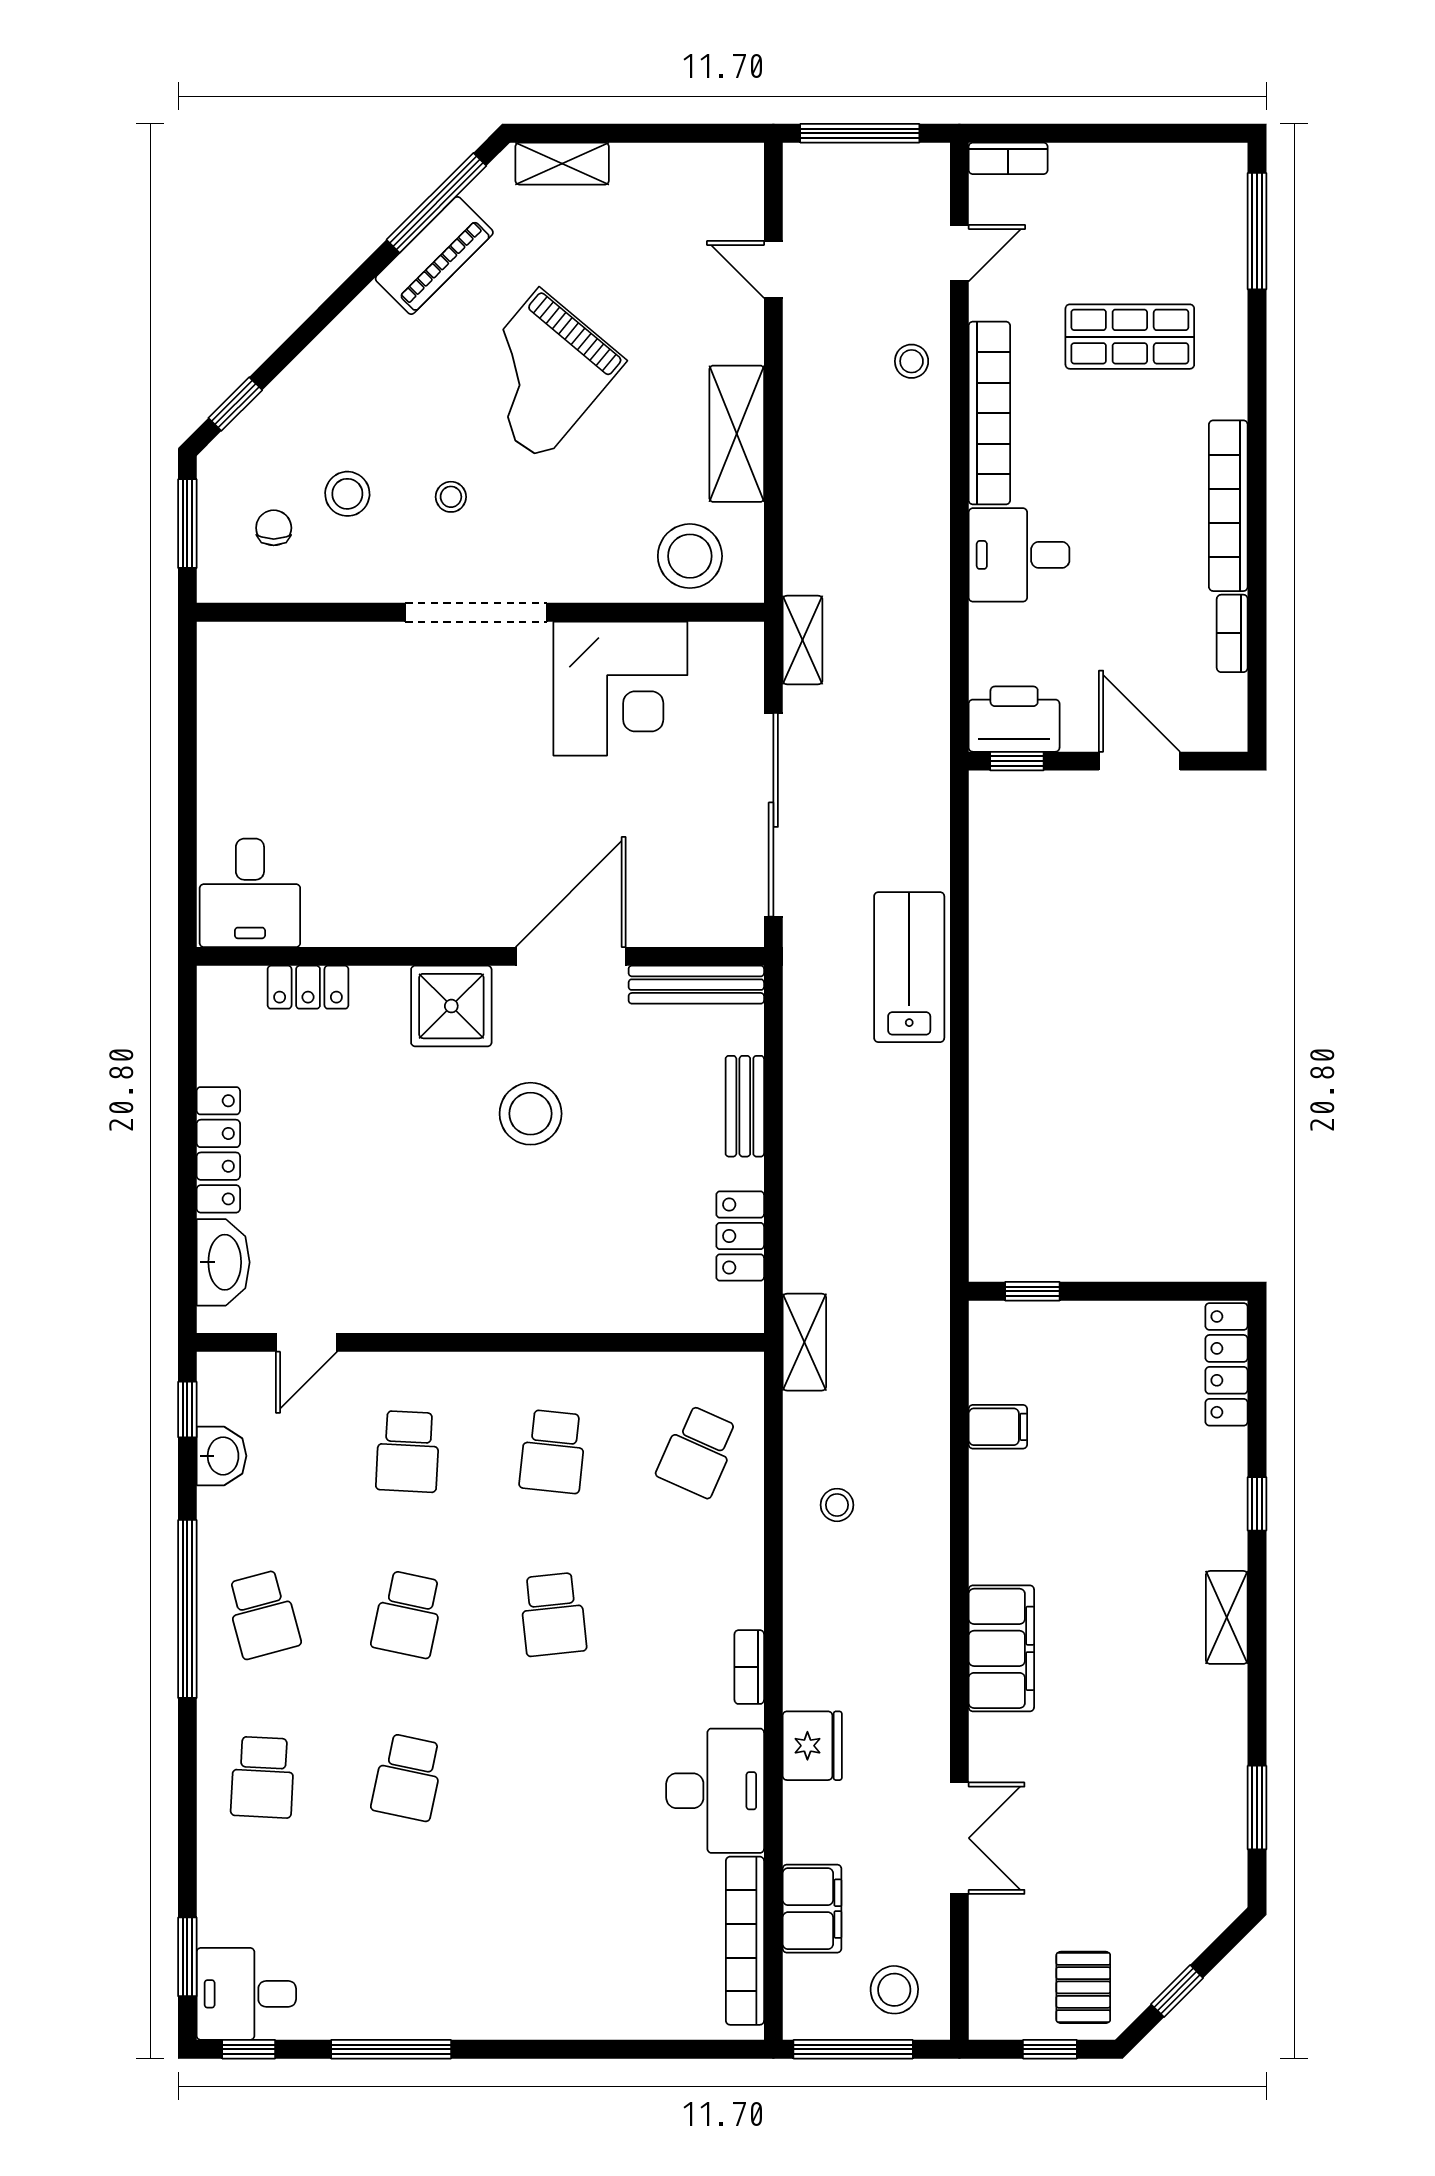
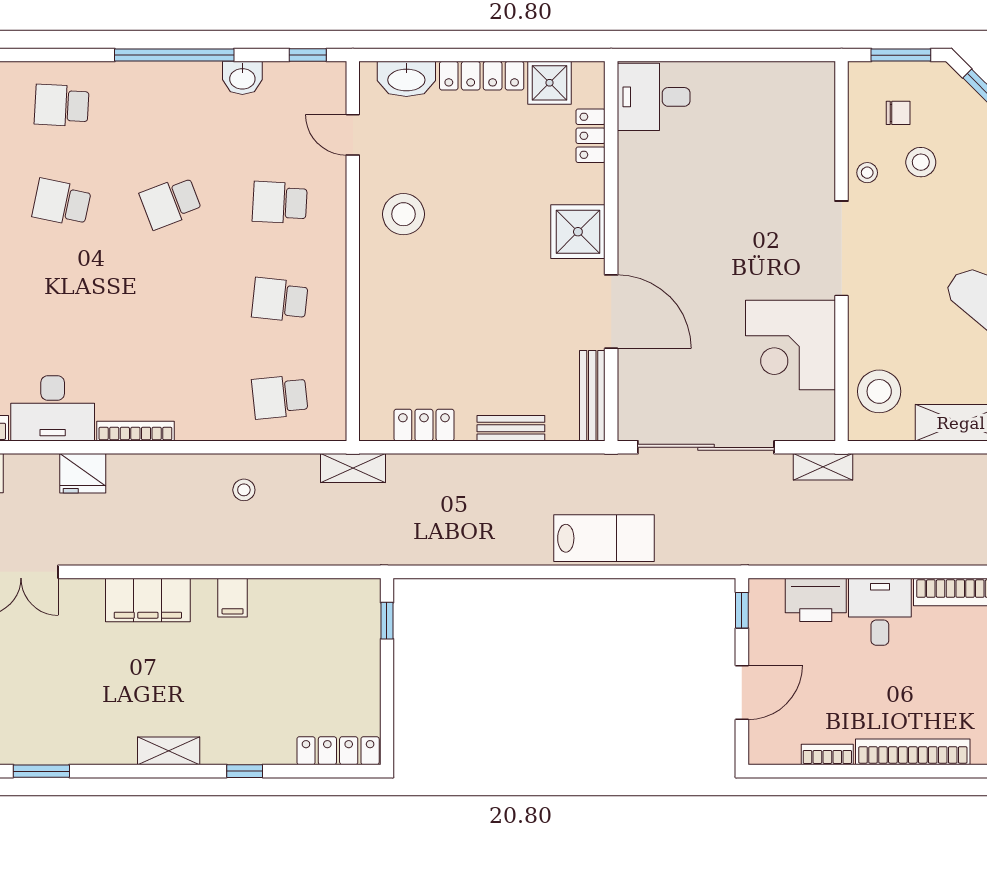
stool: (451, 497) -> (867, 173), moved
printer: (1014, 719) -> (816, 600), moved, turned 90
shower: (229, 1048) -> (549, 83), added
stool: (531, 1114) -> (403, 214), moved
filing cabinet: (998, 1427) -> (233, 598), moved
school desk: (698, 1451) -> (280, 397), turned -30
washbasin: (222, 1456) -> (242, 78), moved
school desk: (263, 1614) -> (171, 105), removed
school desk: (408, 1614) -> (171, 203), turned -33
school desk: (553, 1614) -> (171, 300), removed
bookcase: (749, 1667) -> (135, 431), width x1.56

